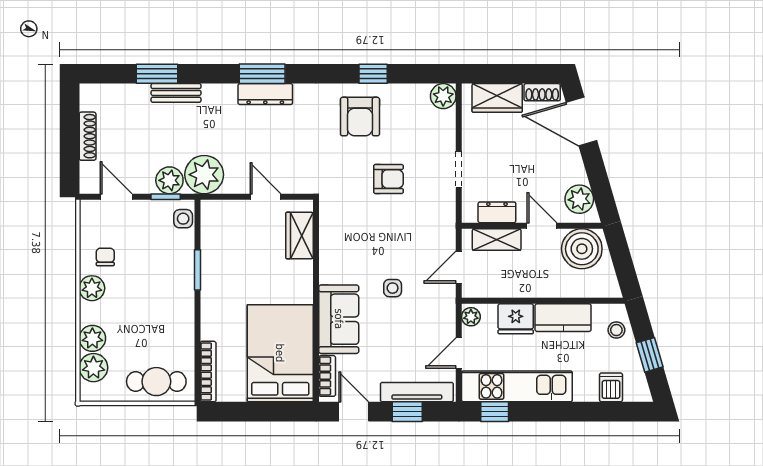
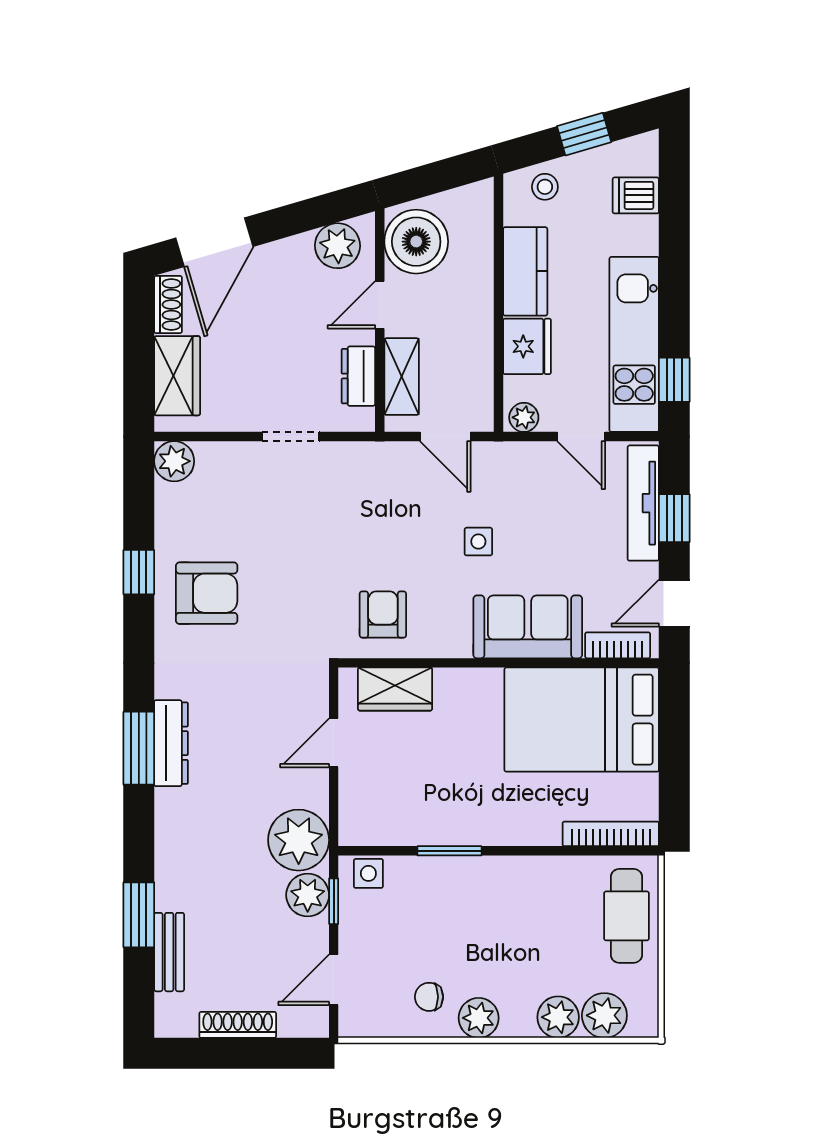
bench: (176, 93) -> (169, 952), moved
armchair: (388, 179) -> (383, 614), moved

